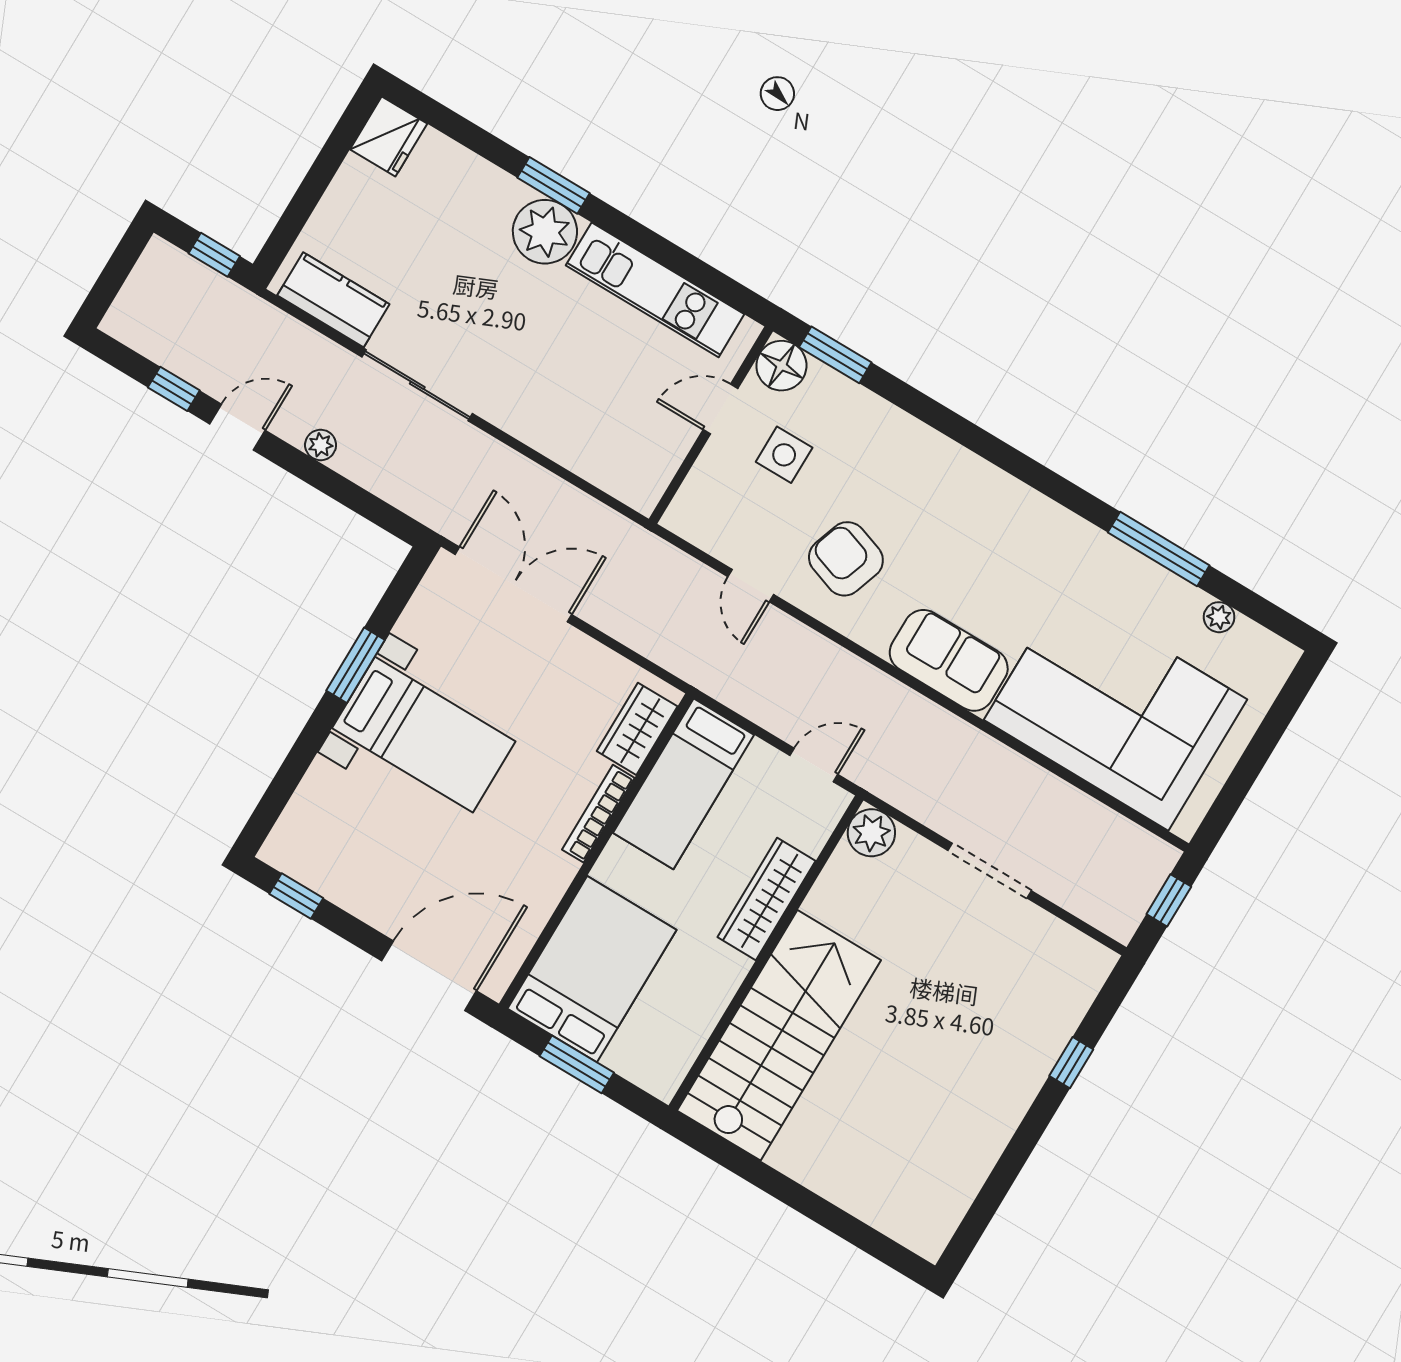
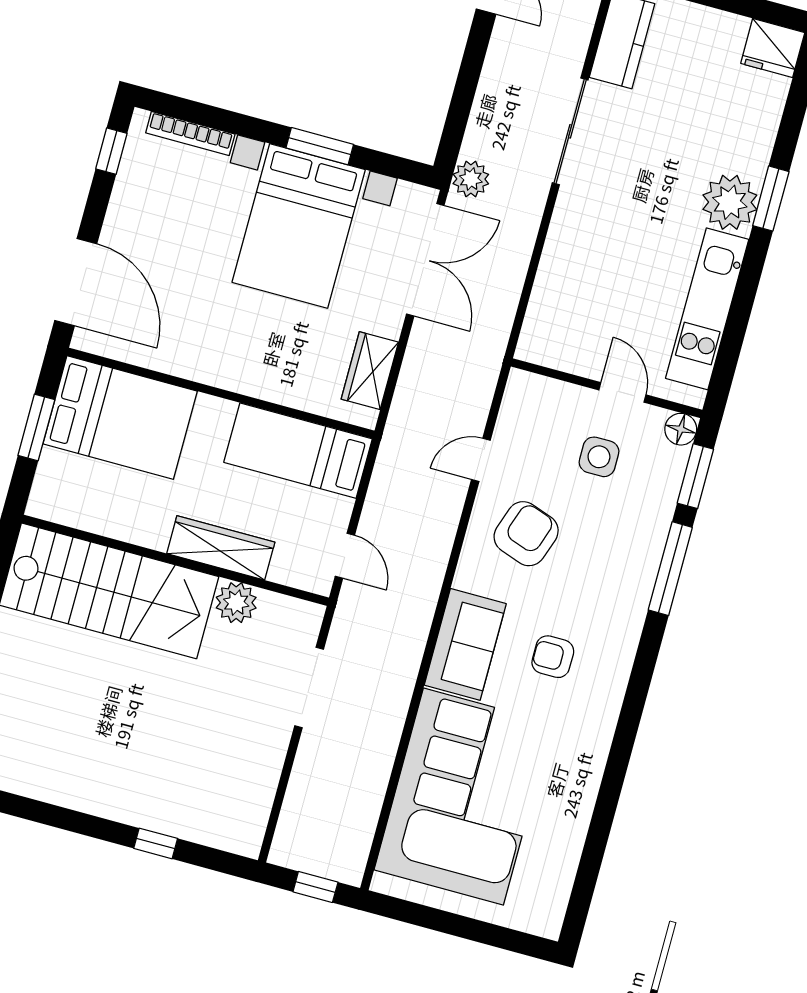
floor lamp: (781, 366) -> (681, 429), width x0.73, depth x0.73
plant: (321, 445) -> (471, 179), moved, width x1.38, depth x1.38
window: (1159, 549) -> (670, 569), moved
armchair: (989, 568) -> (553, 657), added
plant: (1219, 617) -> (566, 862), removed
wardrobe: (637, 729) -> (370, 371), moved, turned -90
bed with nightstands: (424, 735) -> (299, 226), width x1.36
bookcase: (598, 814) -> (190, 133), moved, turned 180
plant: (871, 833) -> (236, 603), moved
doorway: (990, 871) -> (309, 687), moved

